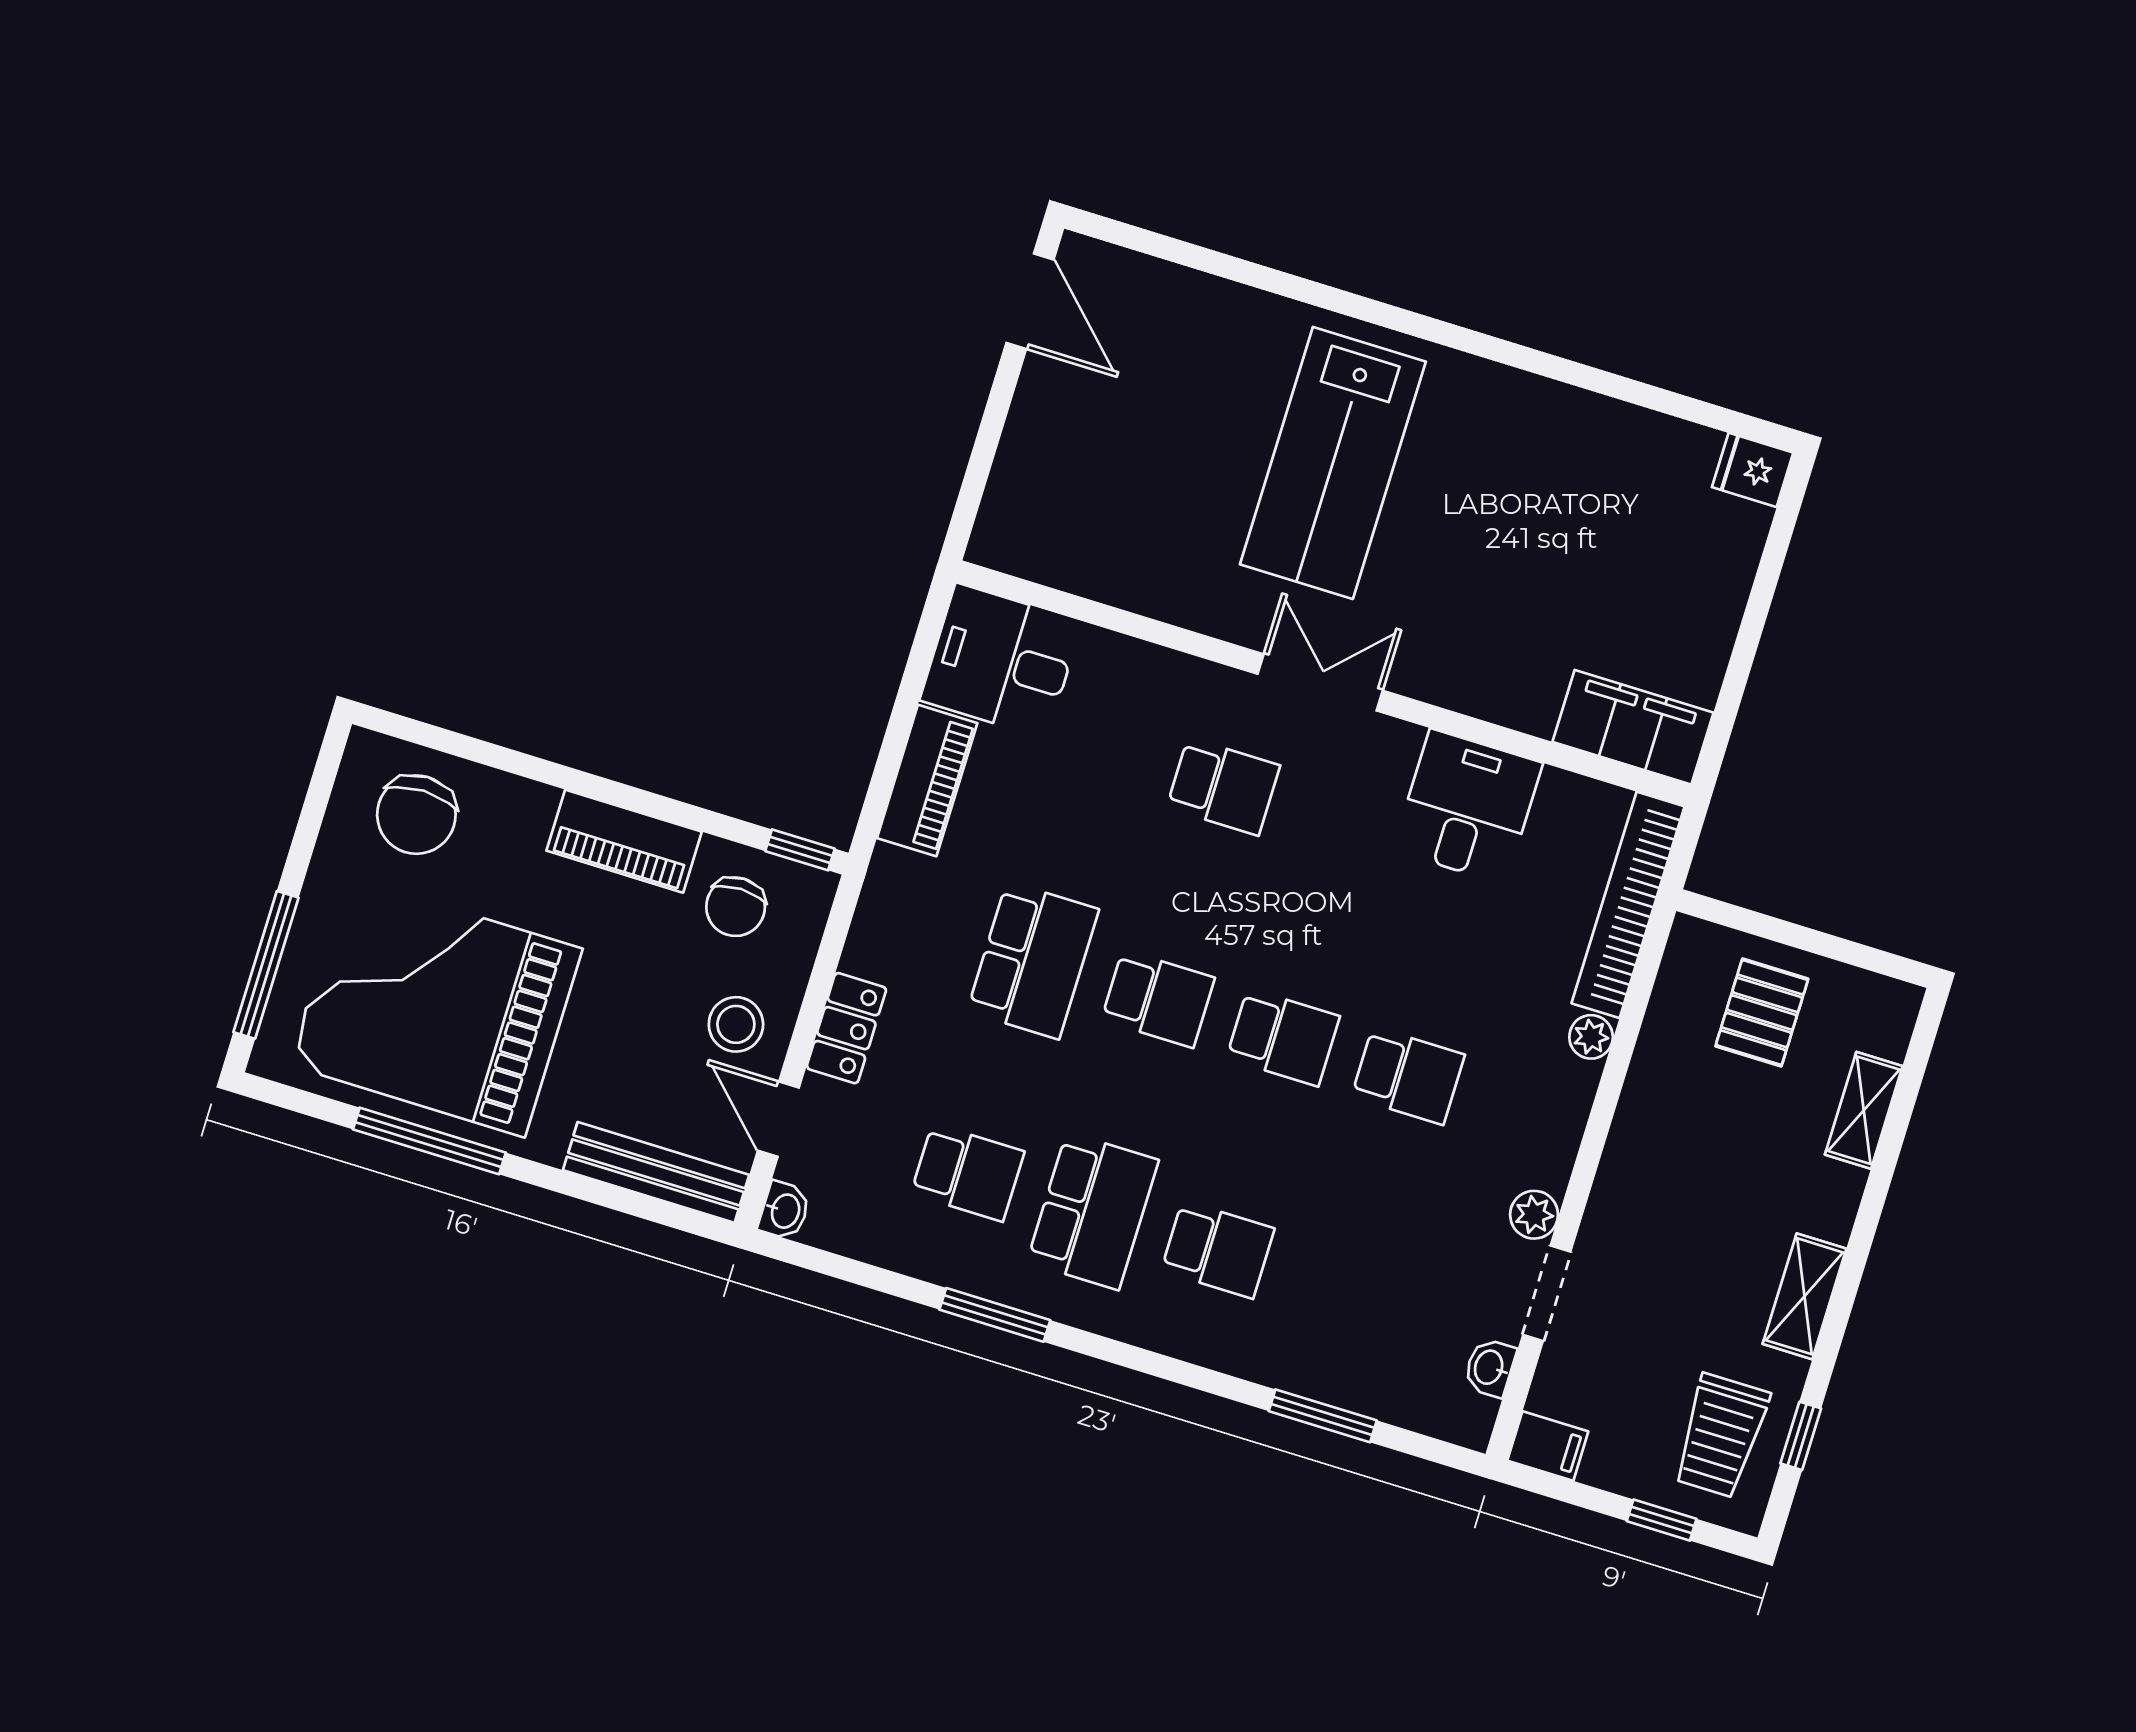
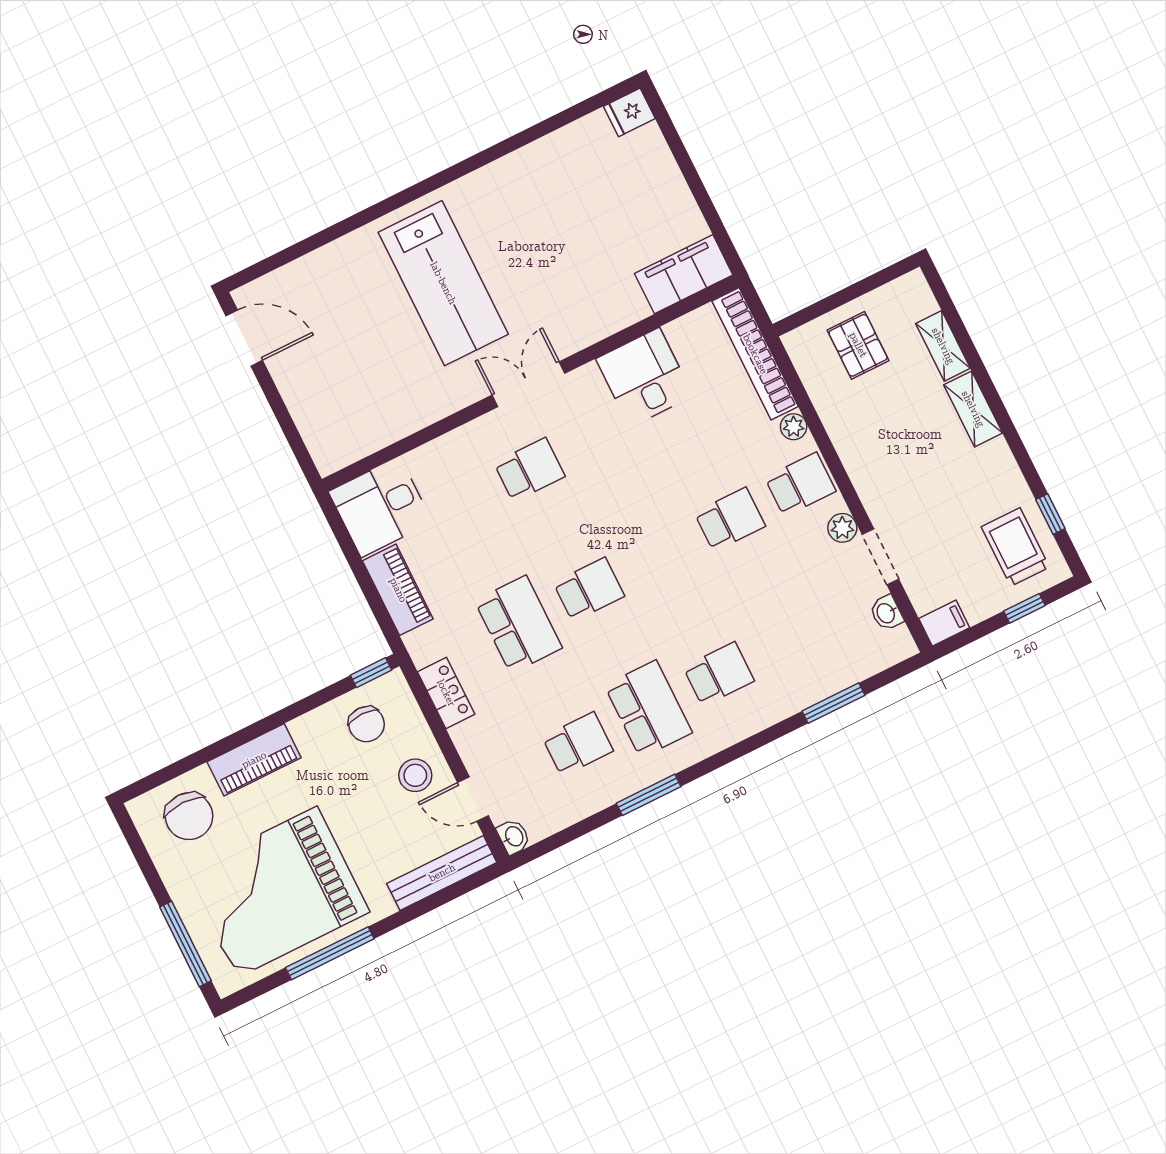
piano: (624, 841) -> (254, 760), moved
locker: (846, 1028) -> (446, 693), moved
school desk: (1283, 1037) -> (800, 484), moved
shelving: (1805, 1296) -> (973, 409), moved
trolley: (1721, 1436) -> (1015, 547), turned 180

